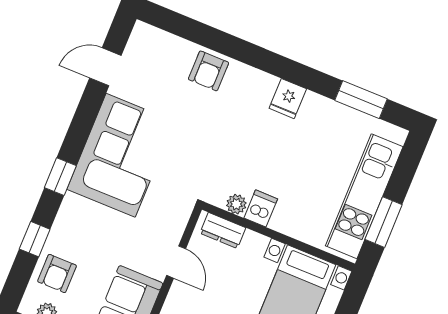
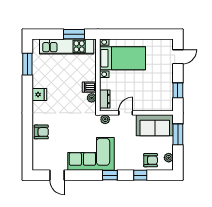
plant: (180, 214) -> (105, 119), added

